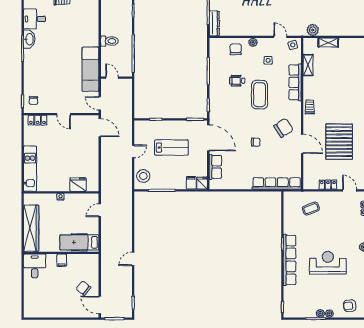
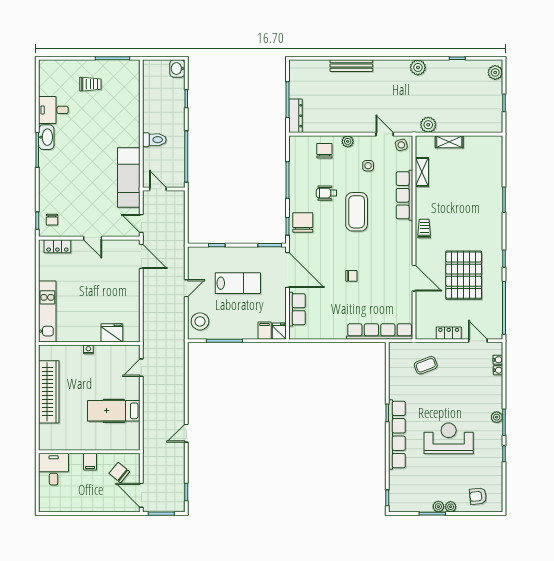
chair: (283, 128) -> (303, 222), moved, turned -57
wall: (61, 253) -> (89, 452), moved
filing cabinet: (62, 260) -> (90, 462), moved
desk: (35, 266) -> (54, 469), moved

